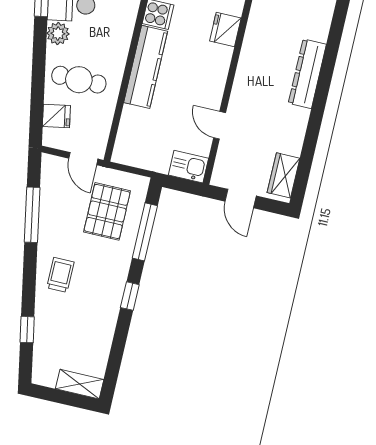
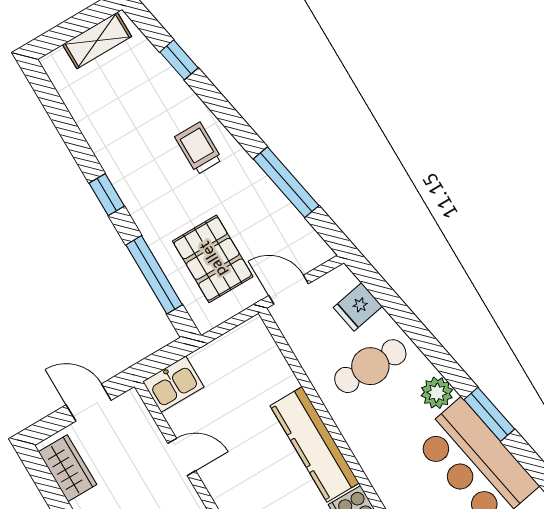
trolley: (60, 275) -> (198, 148), turned 180
shelving: (80, 384) -> (97, 40), moved

